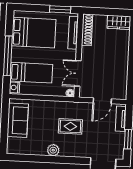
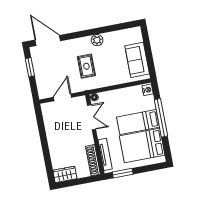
bed: (31, 73) -> (138, 122), moved
tv unit: (121, 119) -> (41, 85), removed
rug: (70, 126) -> (86, 66), turned 90

